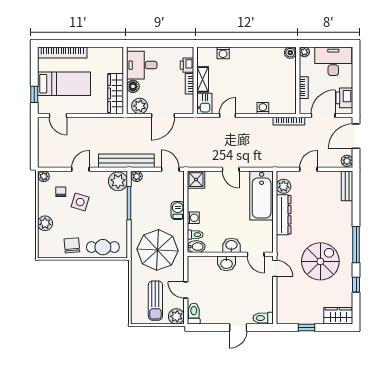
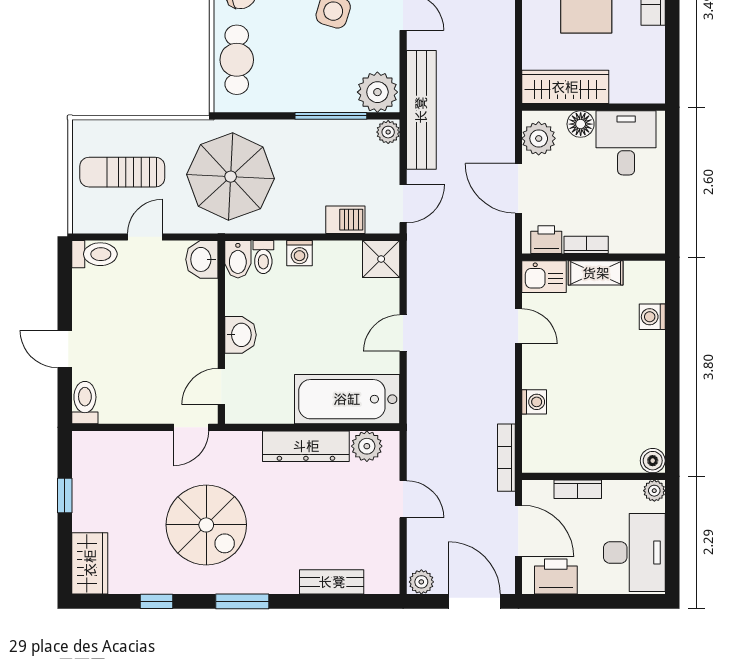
printer: (187, 65) -> (546, 240), moved
bench: (347, 186) -> (332, 582), moved
barbecue: (178, 210) -> (345, 220), moved
window: (356, 245) -> (242, 601), width x0.69
washbasin: (226, 263) -> (202, 259), moved
plant: (176, 316) -> (89, 217), removed

